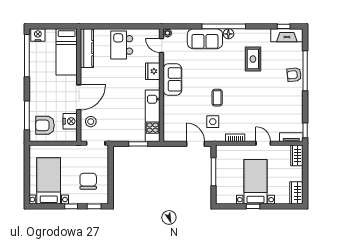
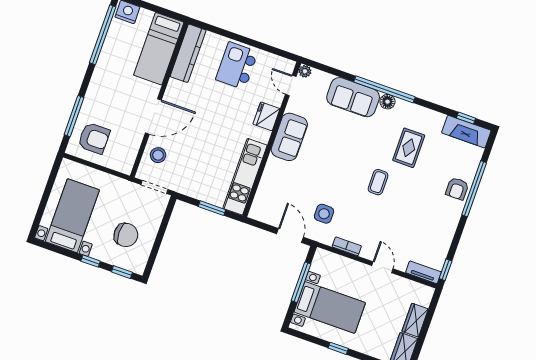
armchair: (294, 75) -> (457, 189), turned -84
coffee table: (217, 98) -> (378, 182), moved
nightstand: (70, 121) -> (130, 145), removed
armchair: (45, 125) -> (94, 138), turned 180
wardrobe: (297, 155) -> (415, 320), moved
chair: (88, 181) -> (126, 235), turned 90
bed with nightstands: (255, 182) -> (330, 307), moved, turned 90

